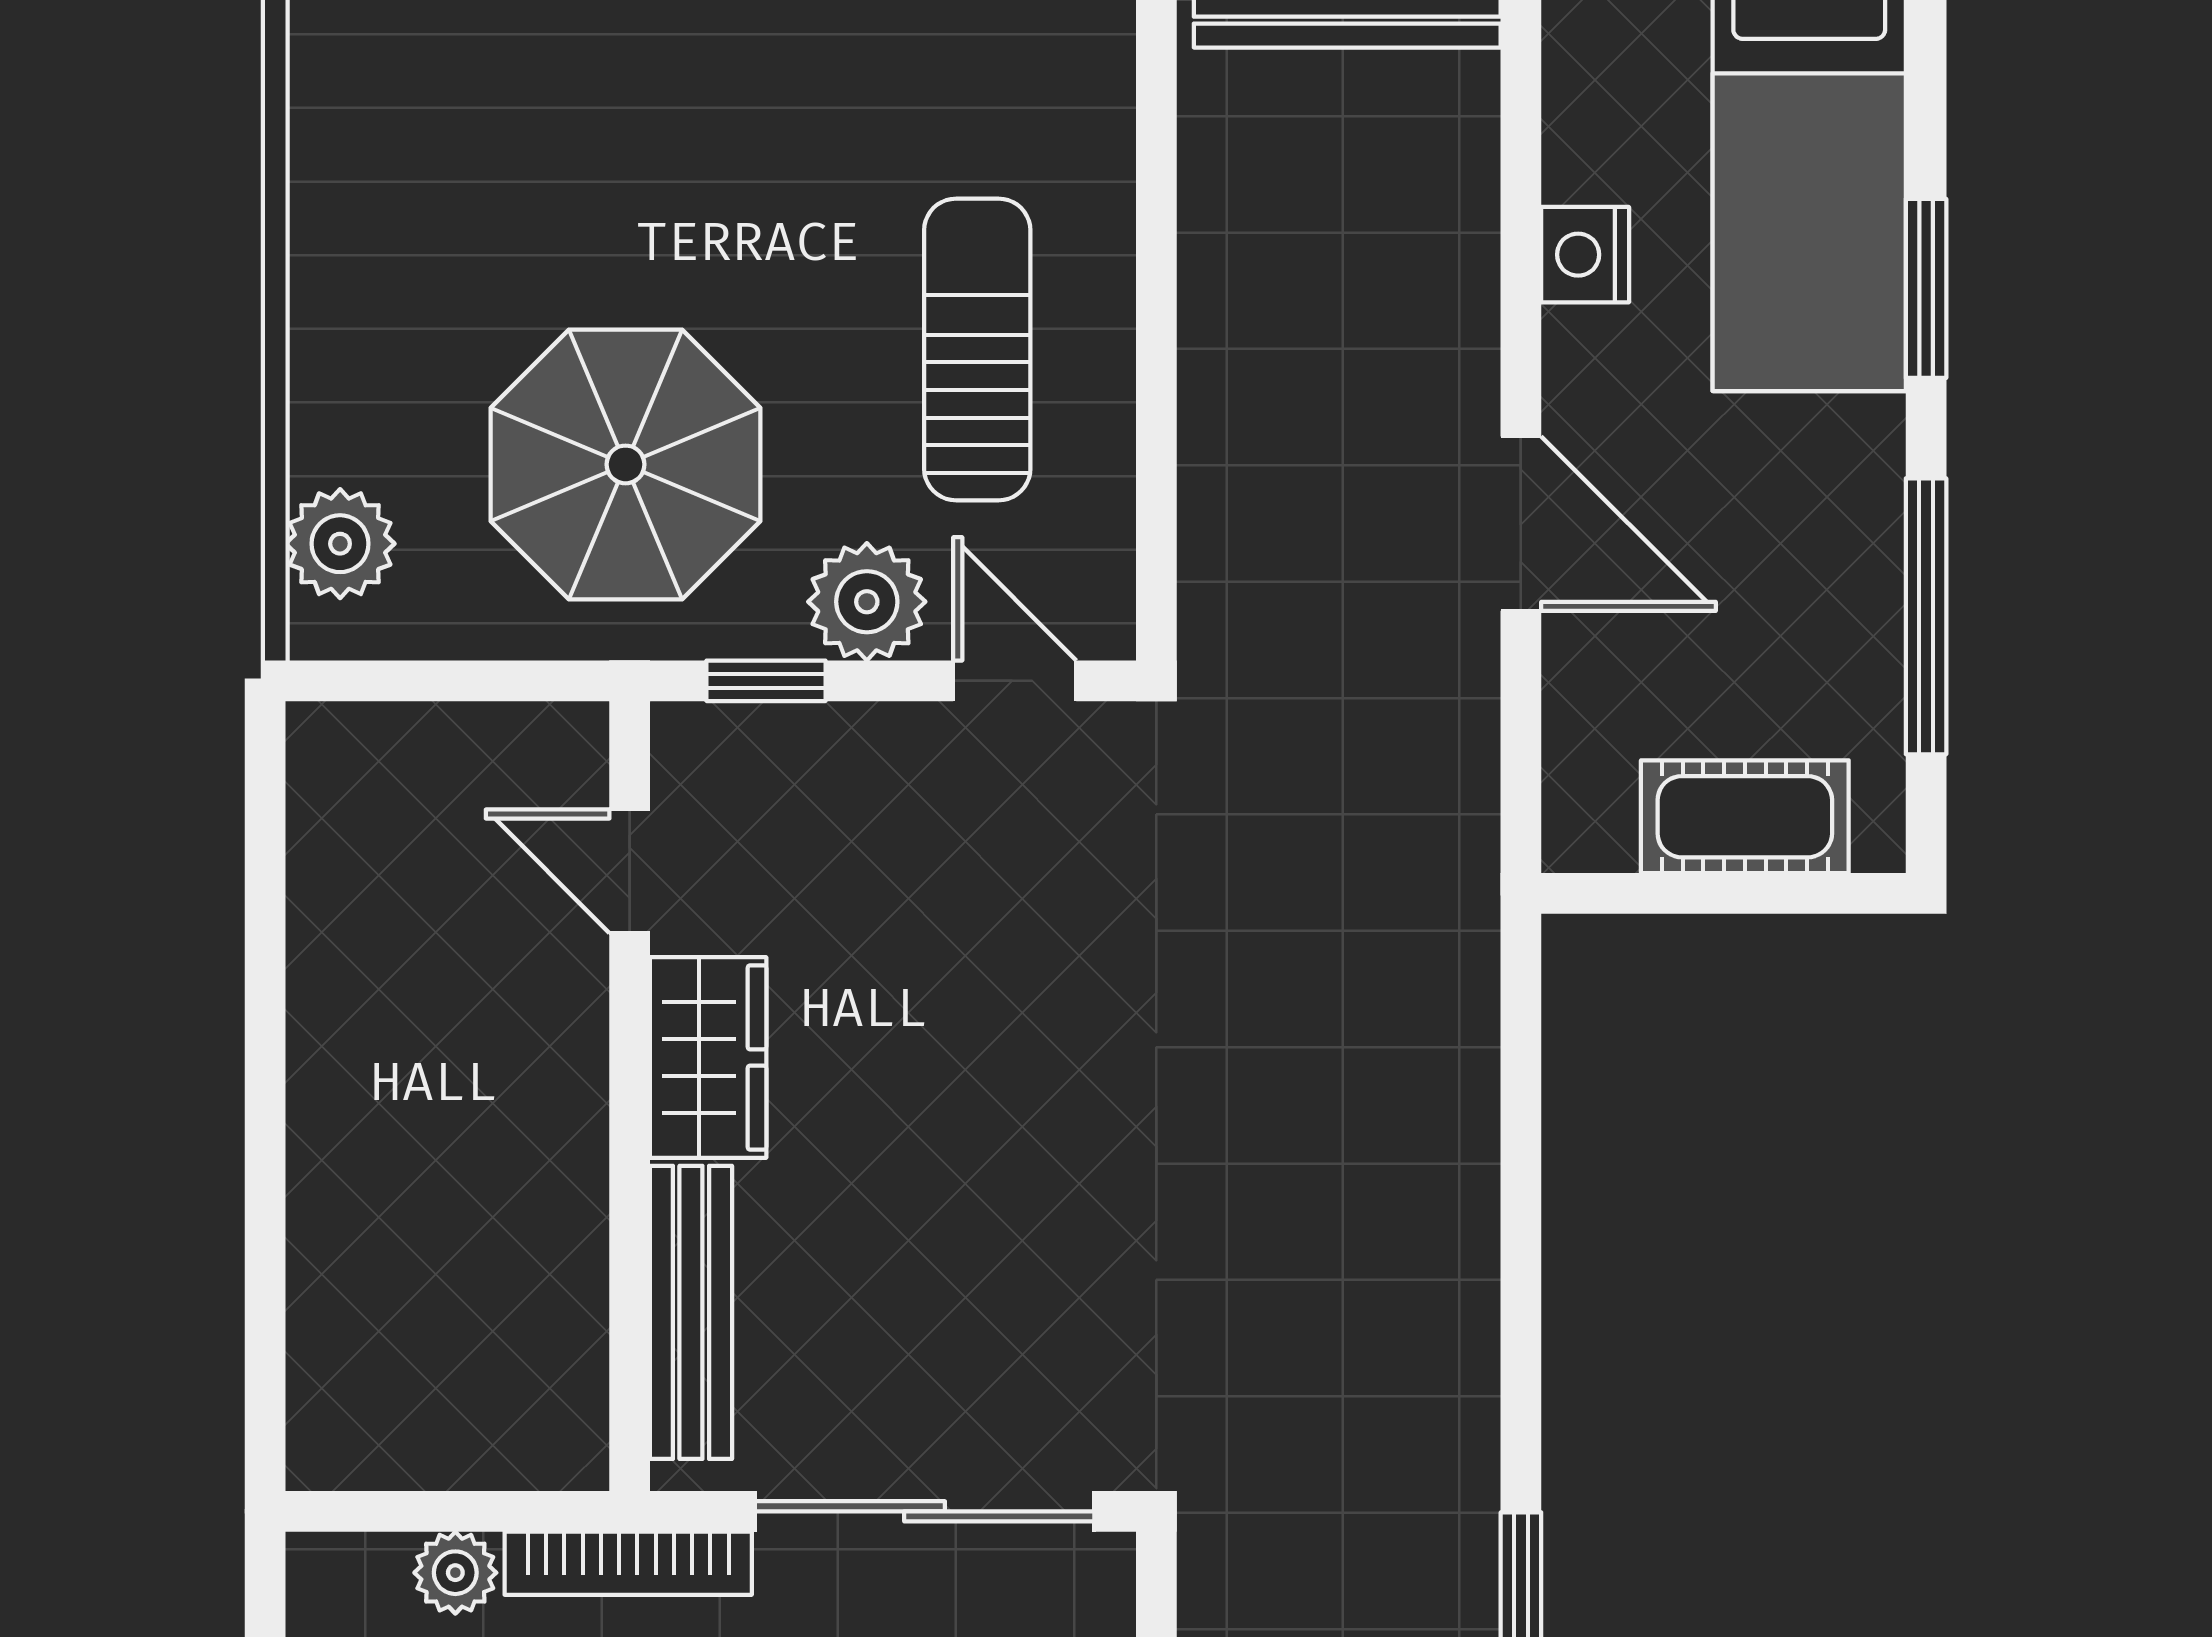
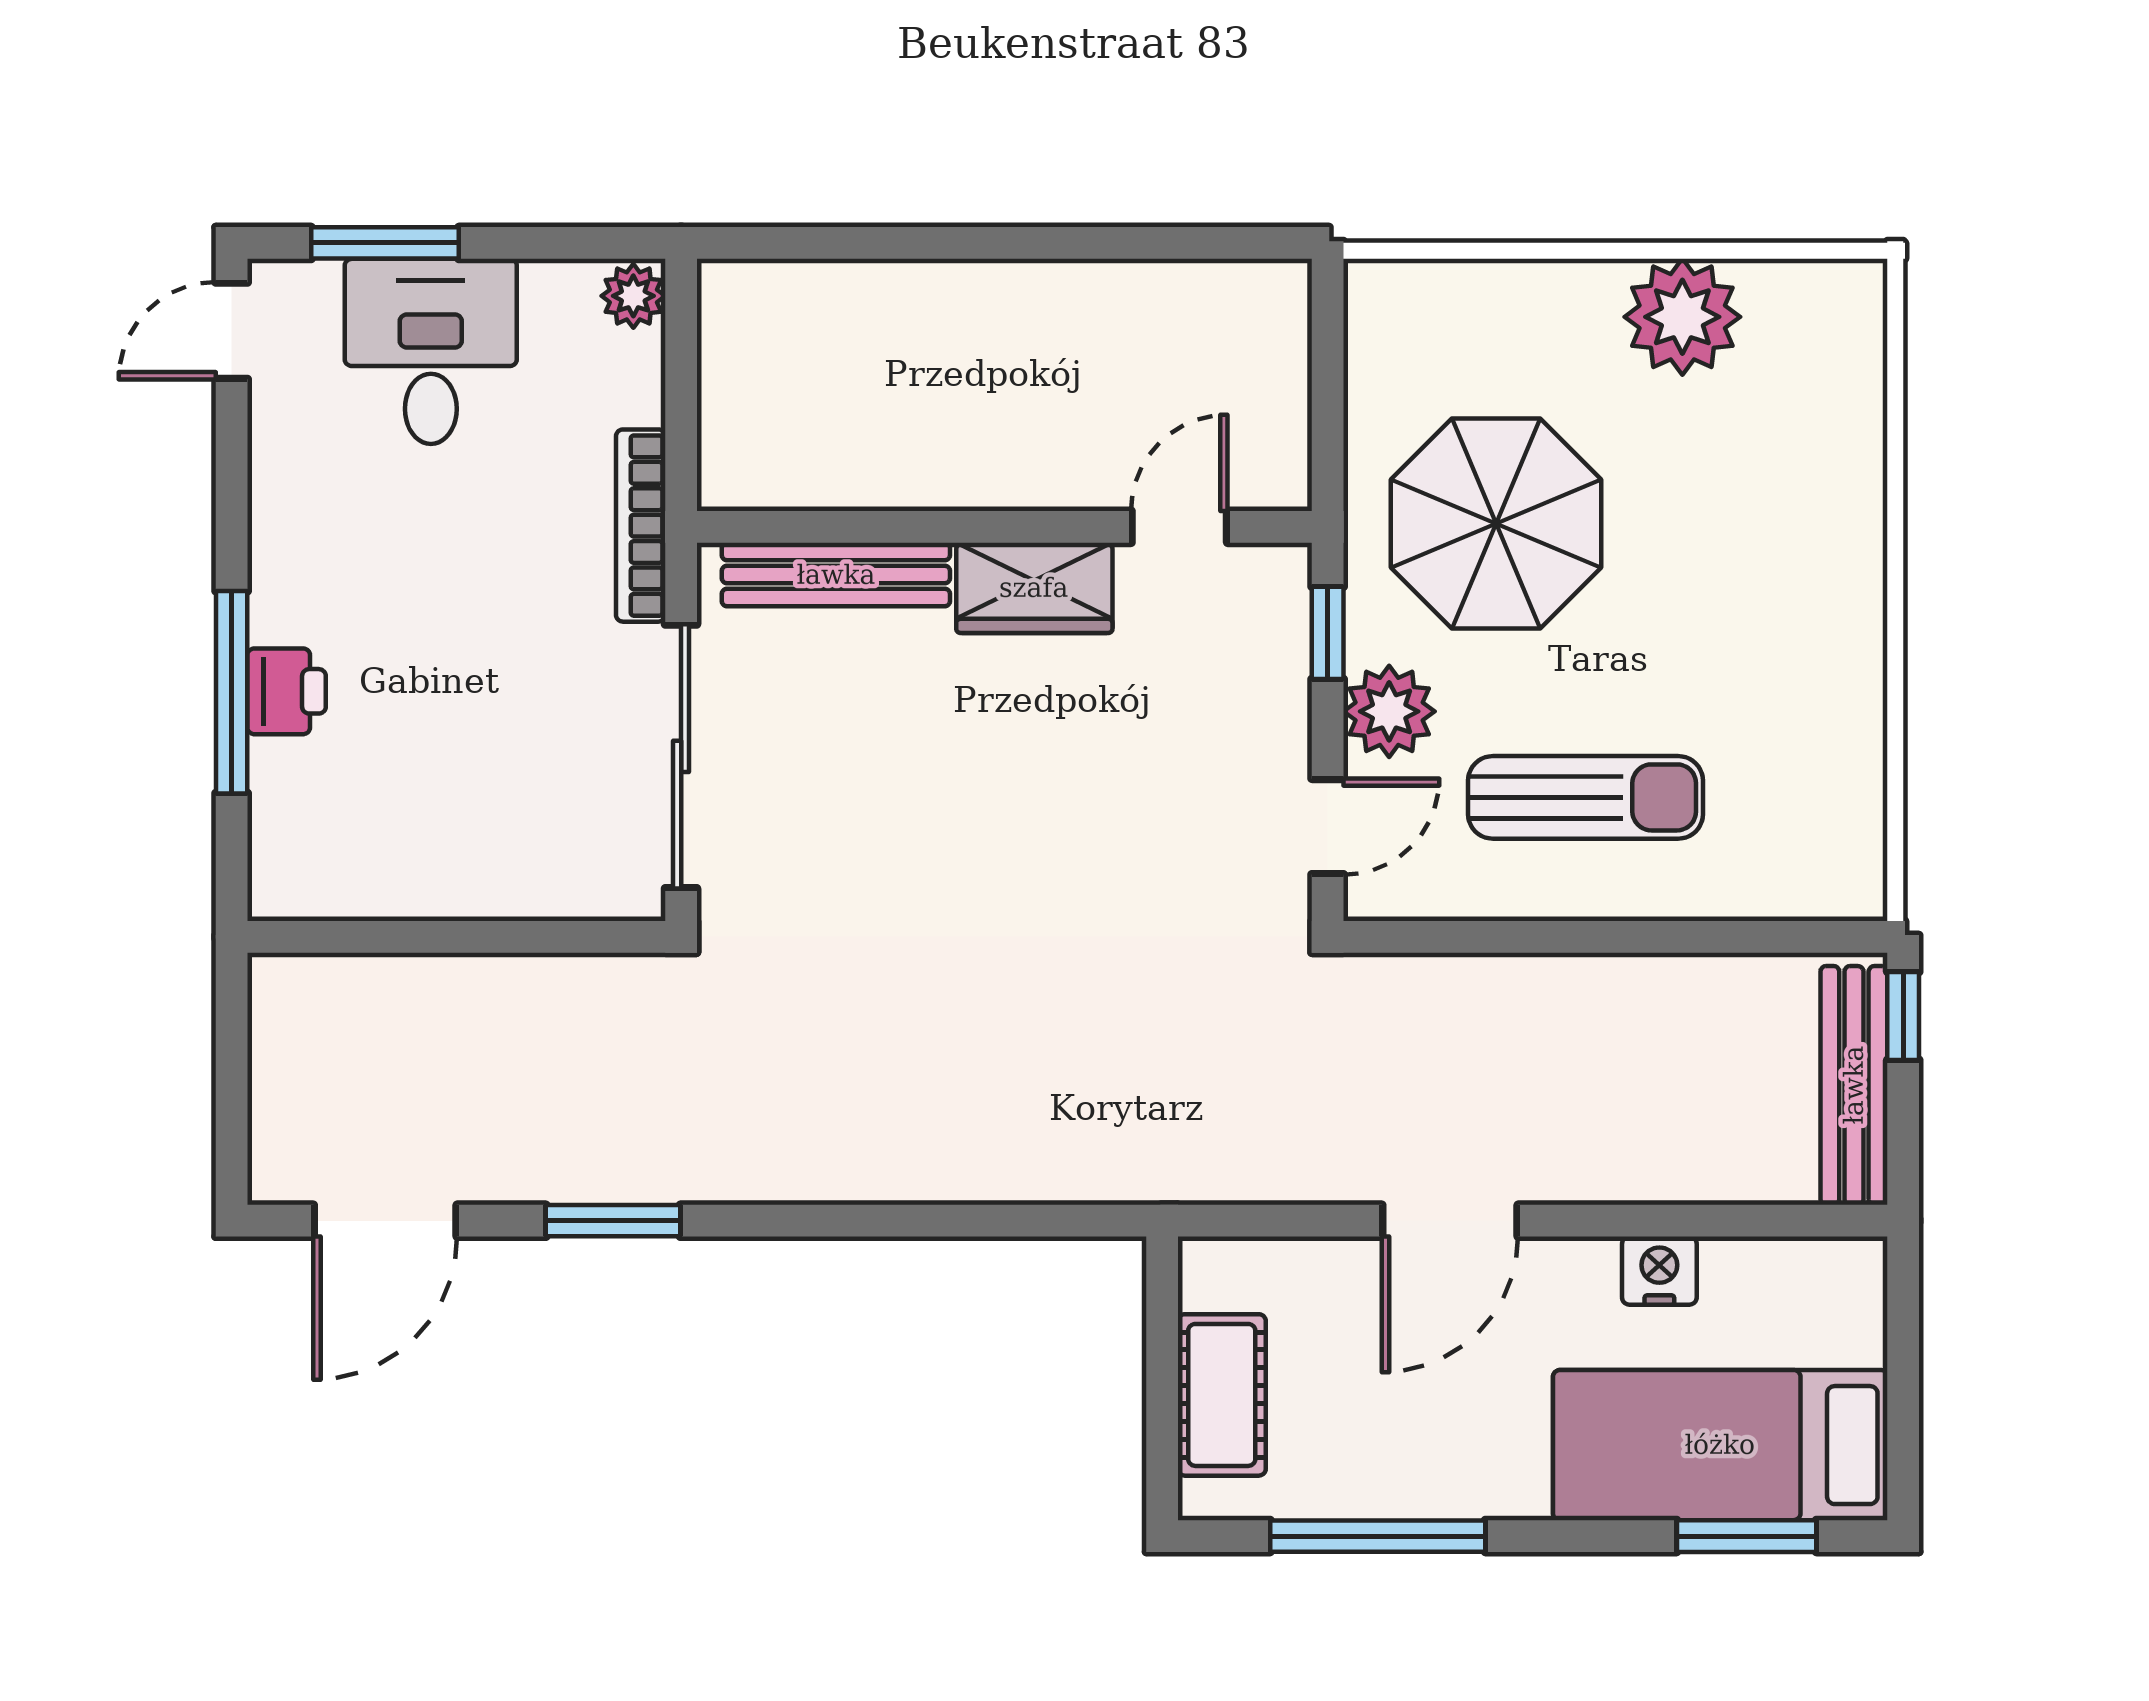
window: (1926, 288) -> (1747, 1536), moved
plant: (340, 544) -> (1682, 317), moved, width x1.36, depth x1.36
plant: (455, 1573) -> (633, 296), moved

